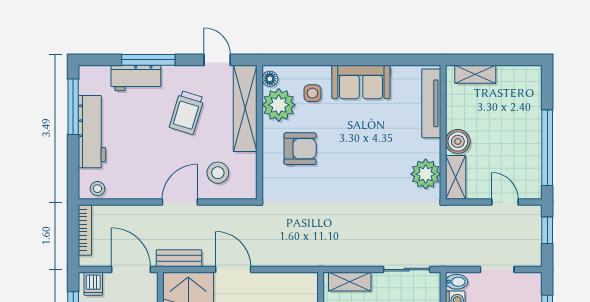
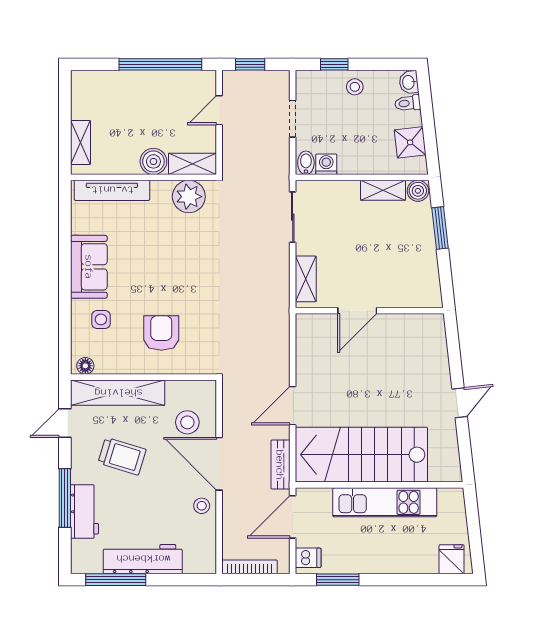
plant: (279, 105) -> (114, 356), removed
stool: (97, 189) -> (202, 506), moved
door: (180, 202) -> (219, 464), width x1.36

